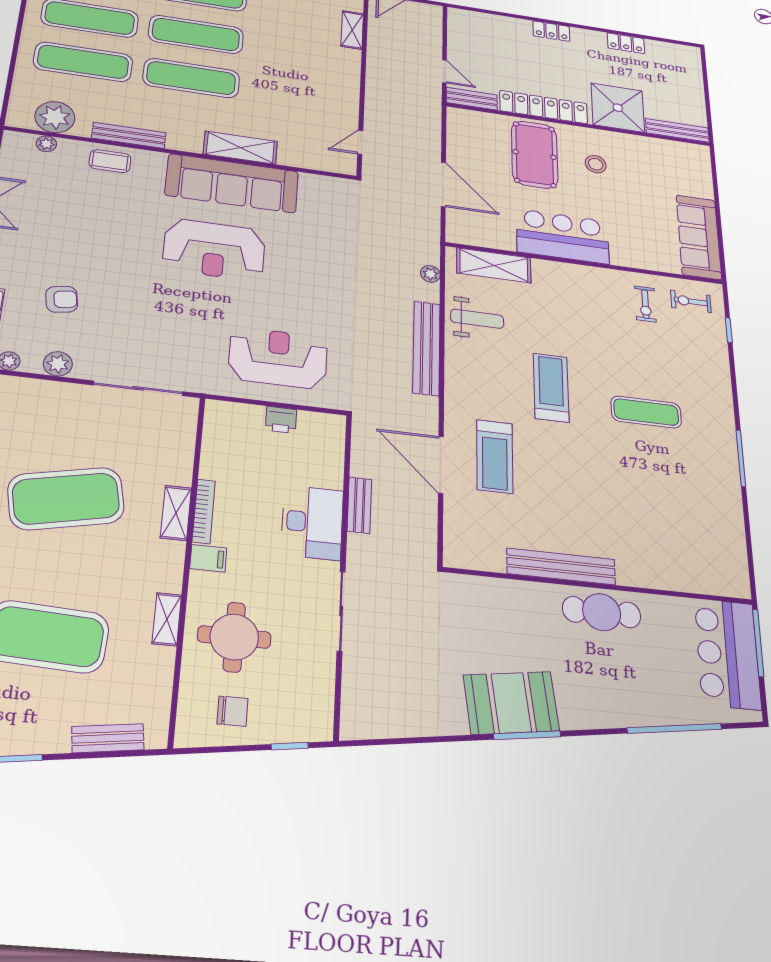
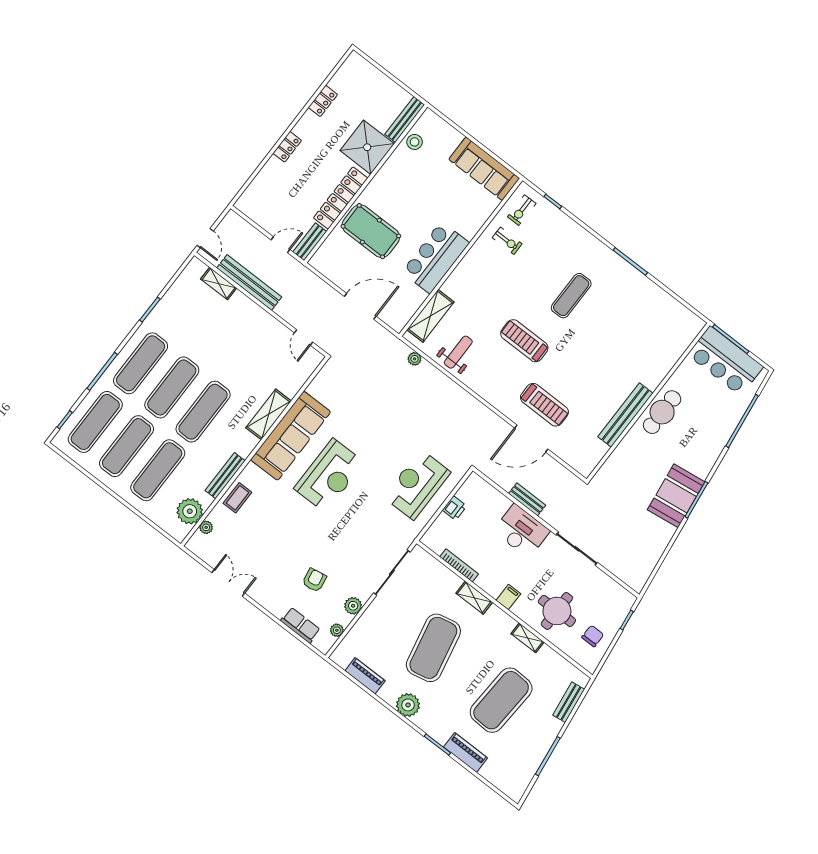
stool: (596, 164) -> (415, 142), moved
bench: (426, 348) -> (249, 282), moved
bookcase: (204, 511) -> (459, 565), moved

